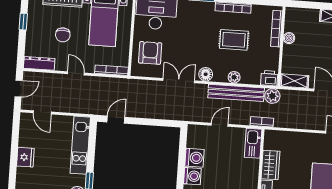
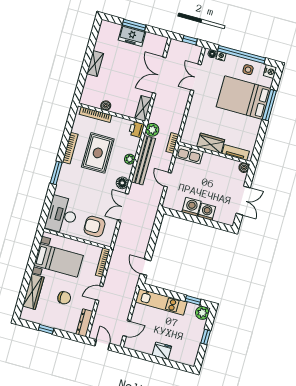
rug: (234, 40) -> (98, 153), width x1.36, depth x1.43

